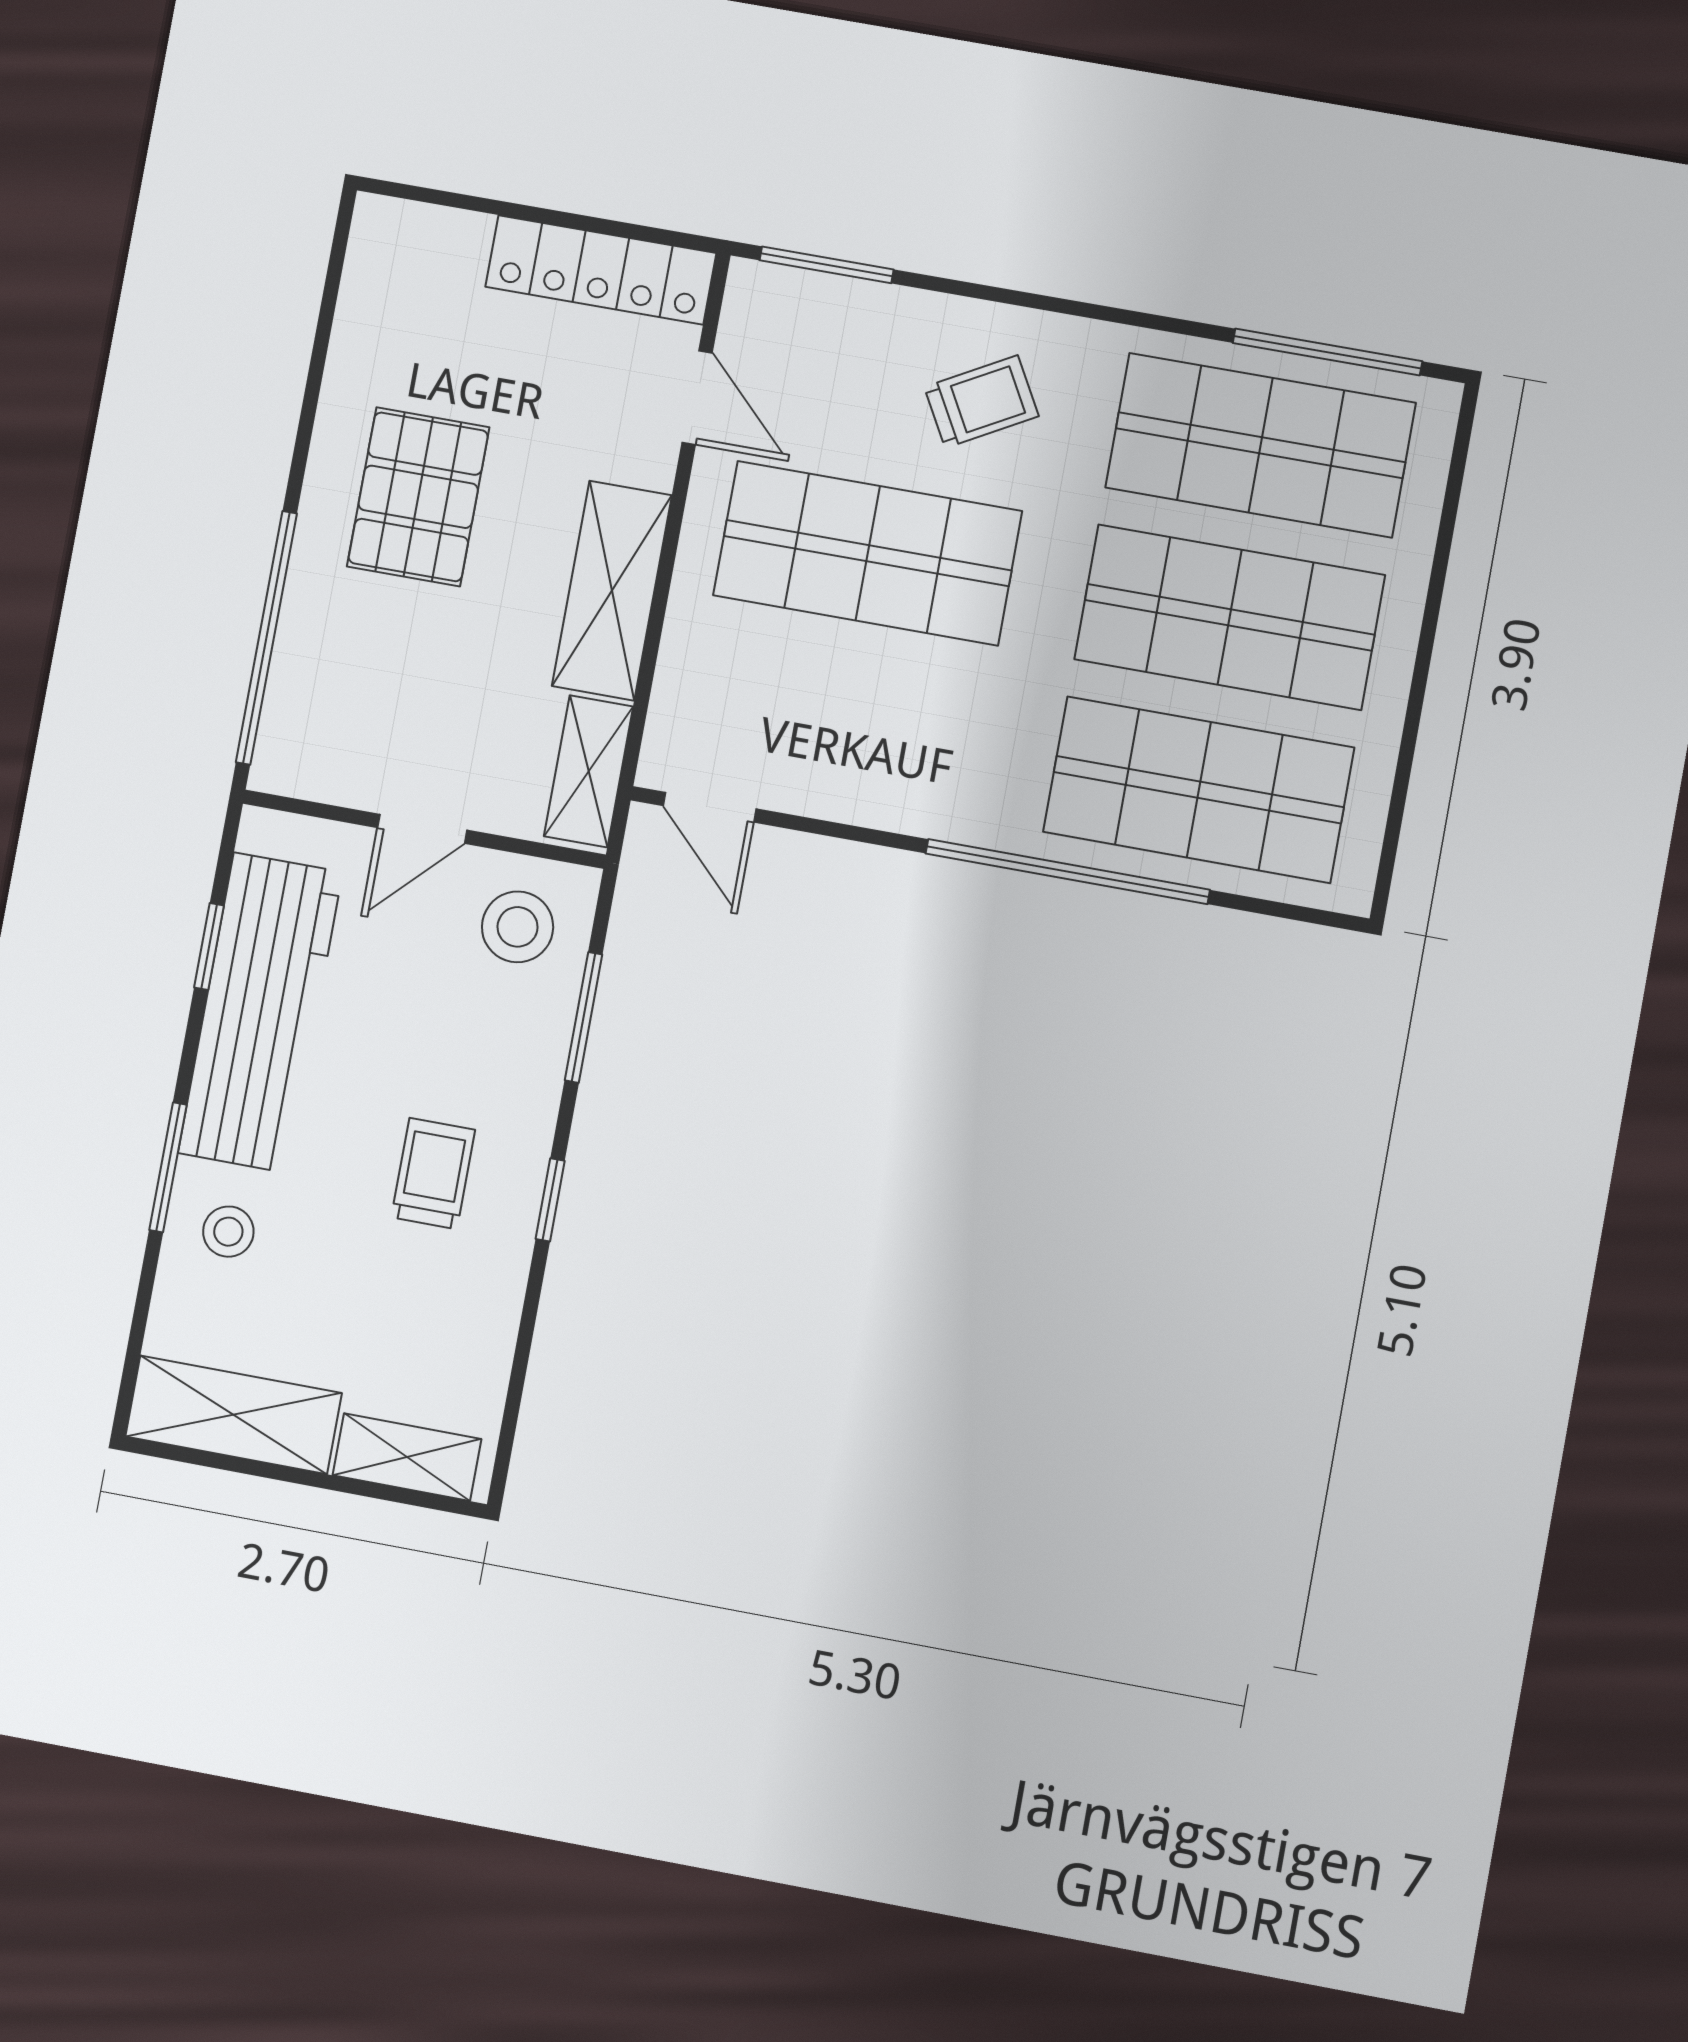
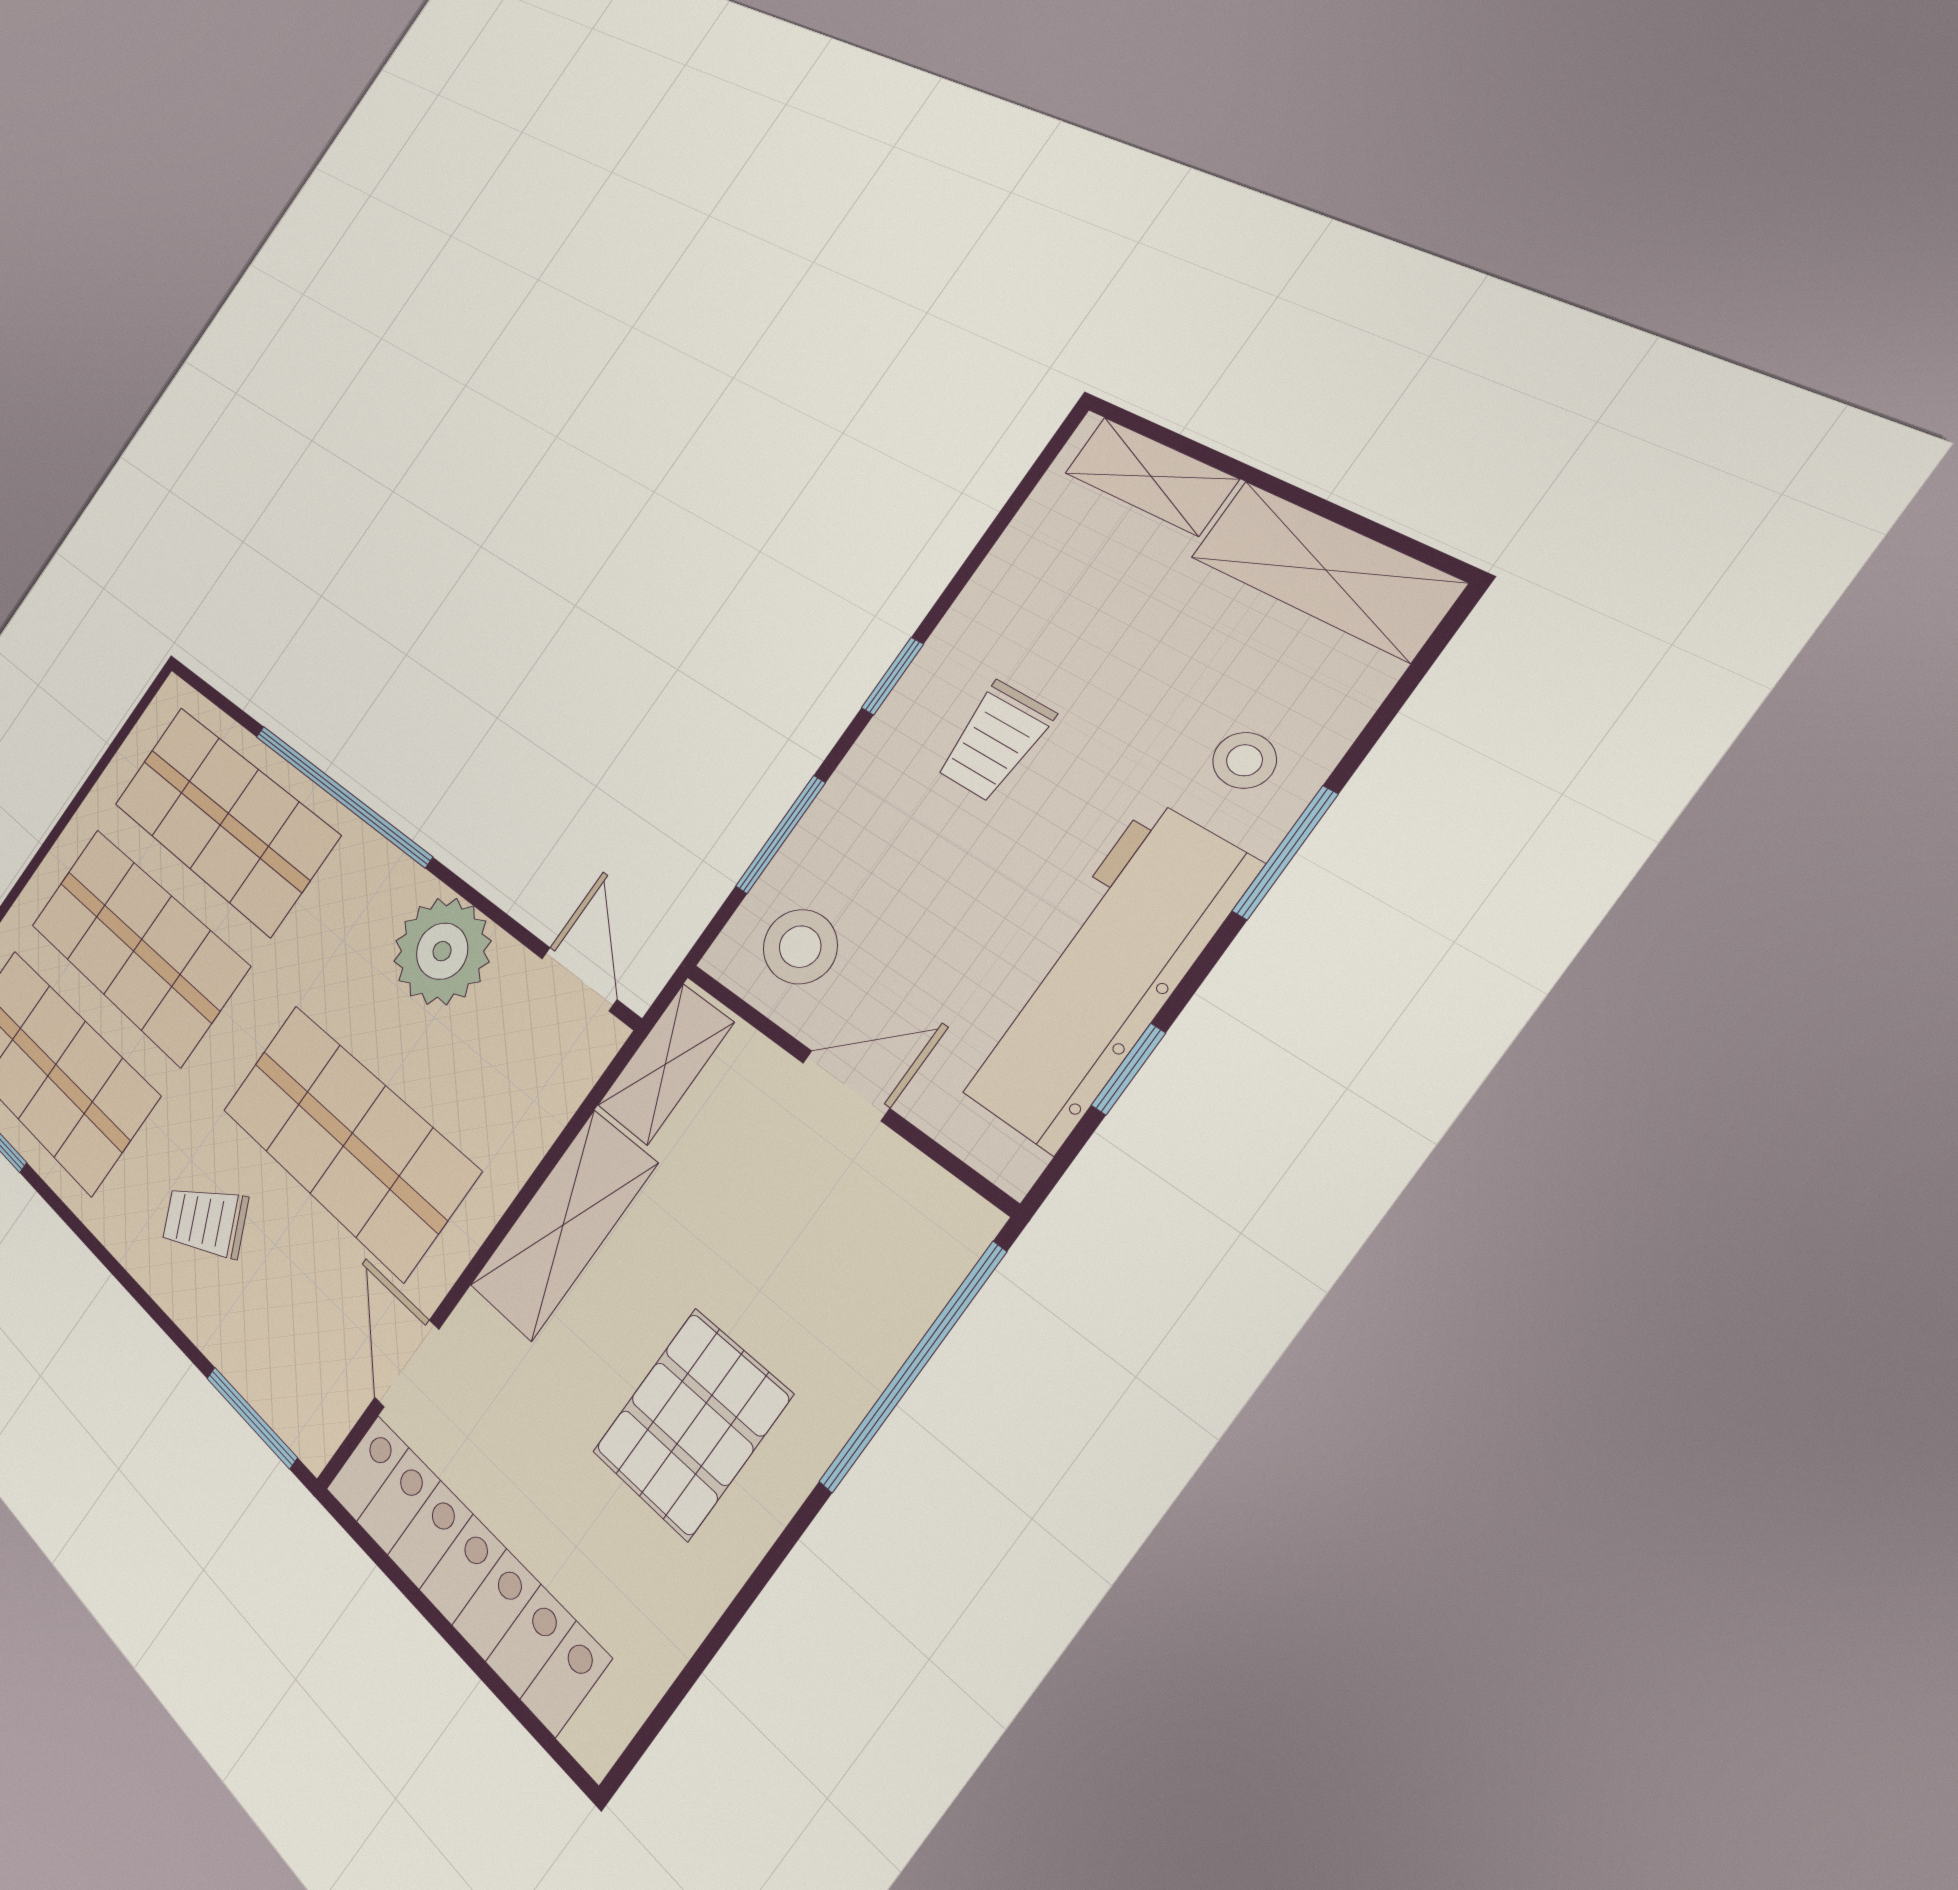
locker: (601, 270) -> (463, 1569), width x1.41, depth x1.21
plant: (865, 770) -> (442, 951), added

